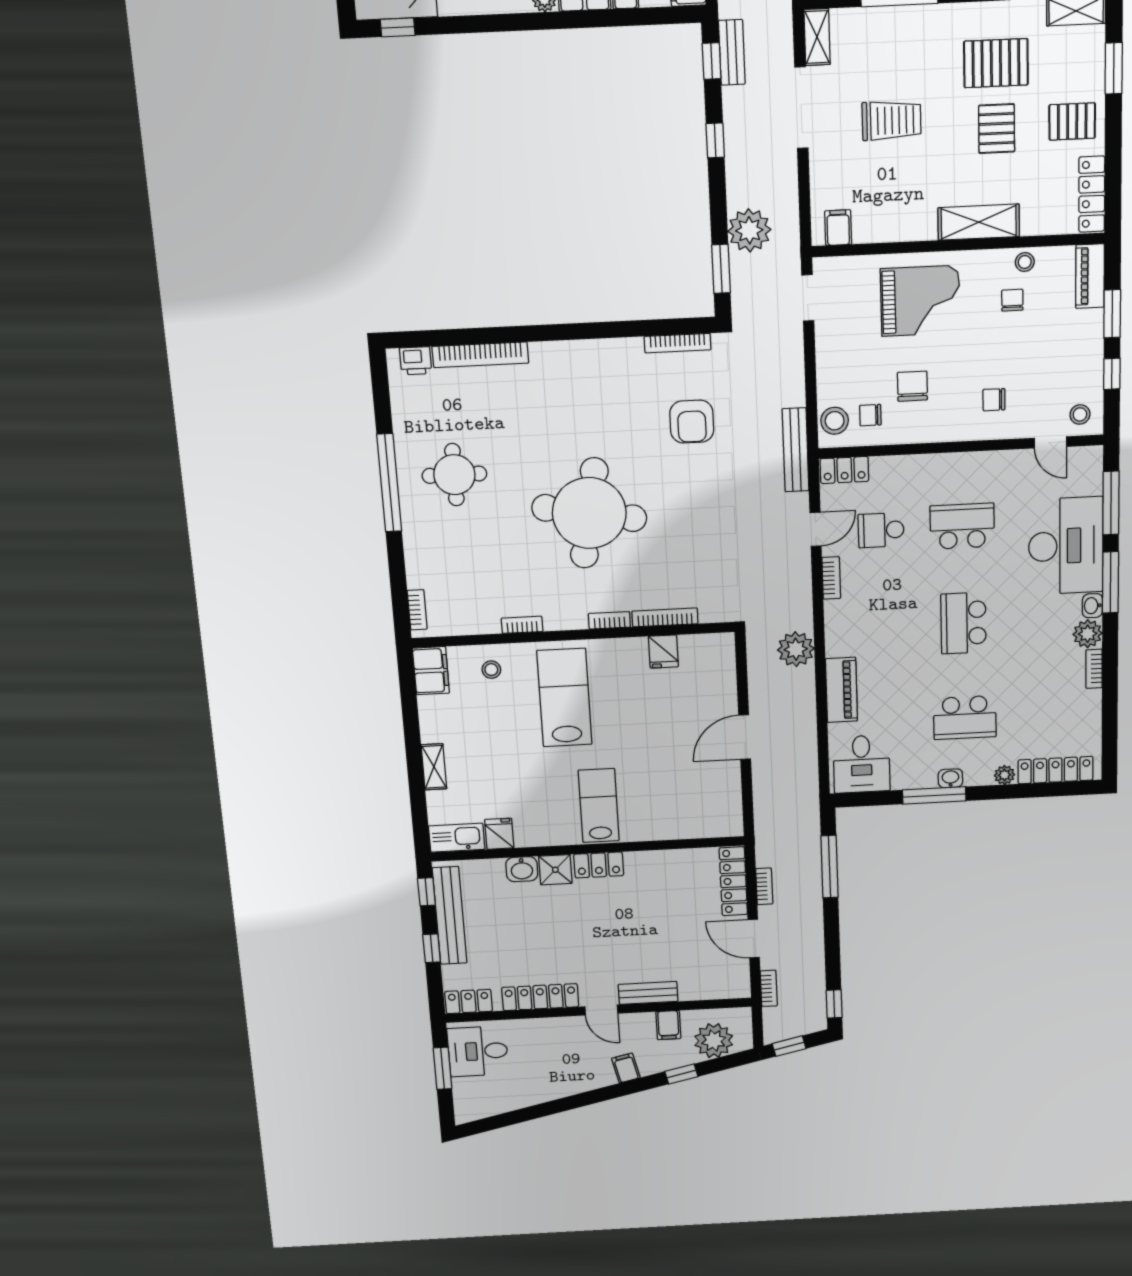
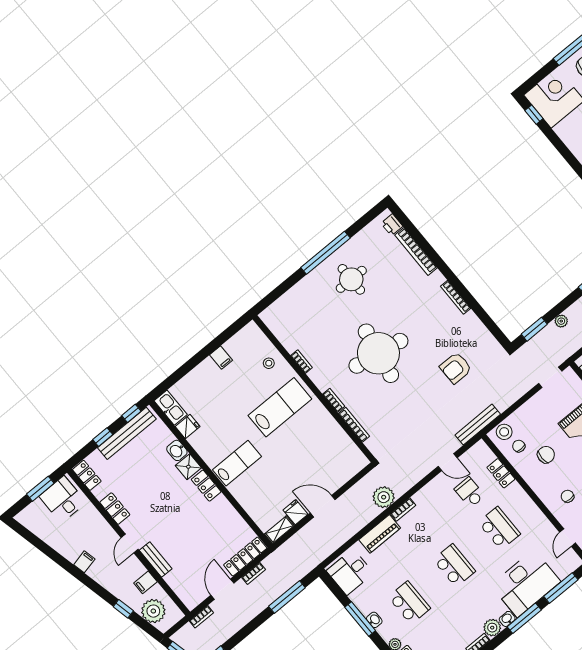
plant: (749, 230) -> (561, 321), width x0.53, depth x0.53
bookcase: (678, 343) -> (456, 297), moved
locker: (844, 470) -> (501, 473), moved
bookcase: (831, 578) -> (403, 509), moved
bookcase: (417, 610) -> (273, 308), removed
school desk: (964, 623) -> (454, 565), turned 90
fridge: (663, 652) -> (296, 512), moved, turned 90
filing cabinet: (431, 671) -> (221, 358), moved, width x0.50
school desk: (965, 718) -> (409, 603), turned 180
shelving: (434, 767) -> (279, 530), moved
locker: (540, 997) -> (115, 509), width x0.66
filing cabinet: (626, 1068) -> (84, 562), moved

